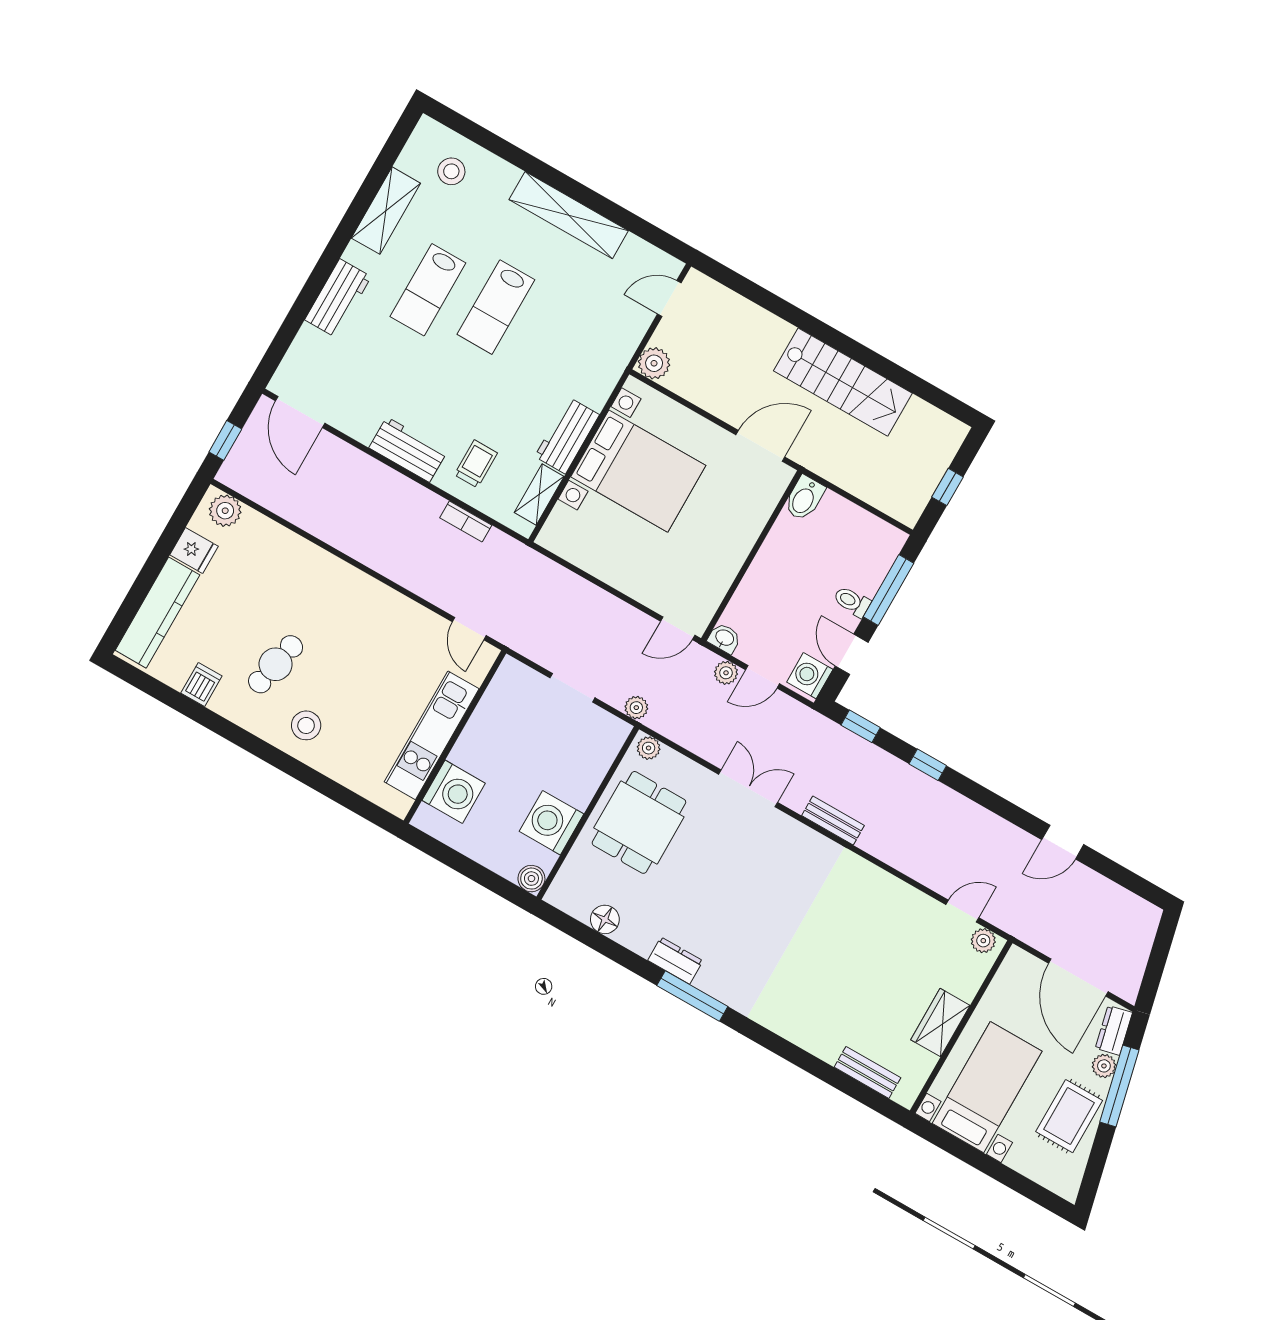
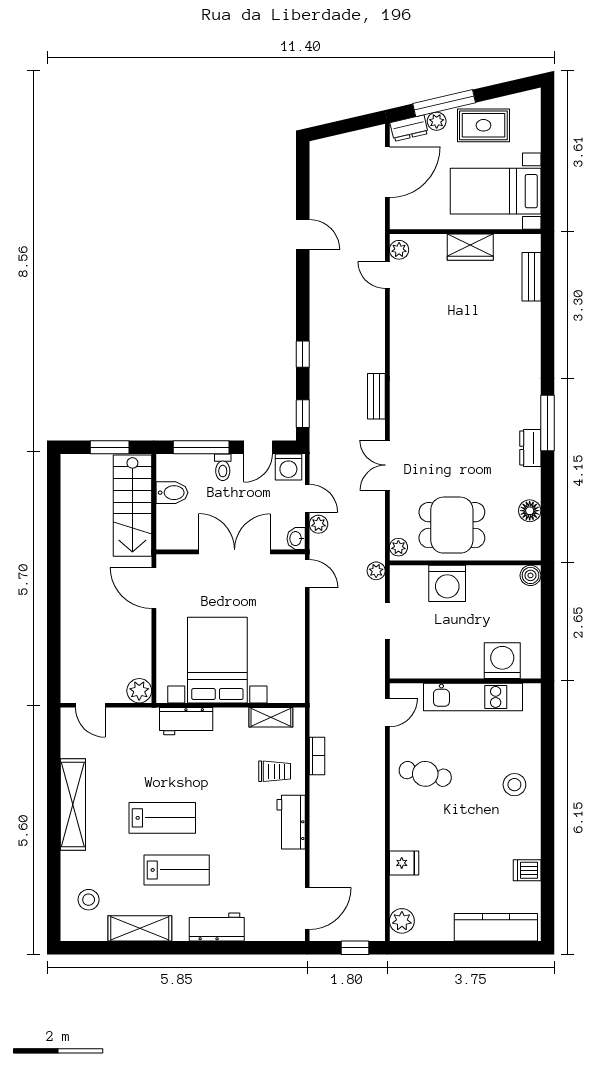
stairs: (843, 382) -> (132, 506), moved, turned 180
workbench: (567, 436) -> (186, 721), moved
trolley: (476, 464) -> (275, 771), turned 180
window: (948, 487) -> (110, 447), width x1.50
bidet: (804, 498) -> (172, 493), moved
fridge: (194, 551) -> (404, 863), moved, turned 90
double door: (749, 560) -> (235, 552), added
cafe table: (276, 664) -> (425, 774), moved
washing machine: (552, 823) -> (447, 583), moved

